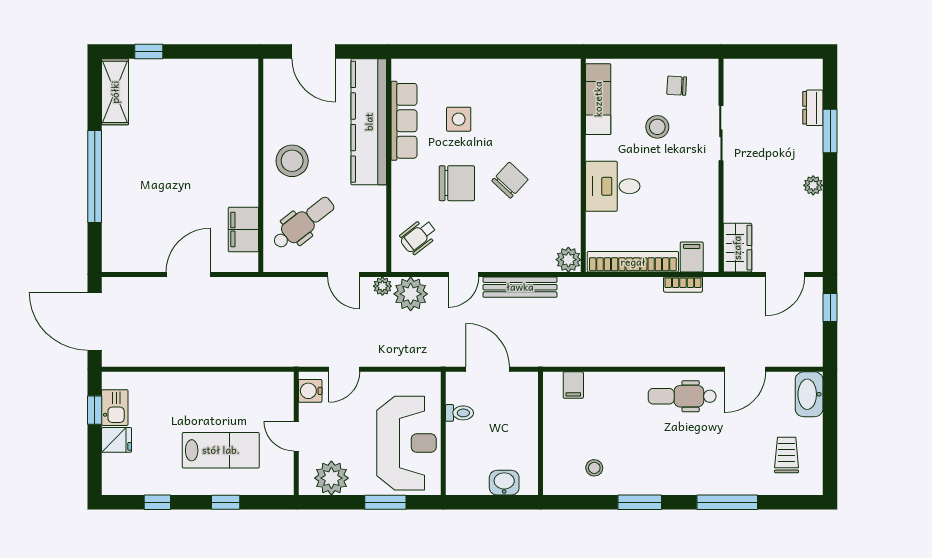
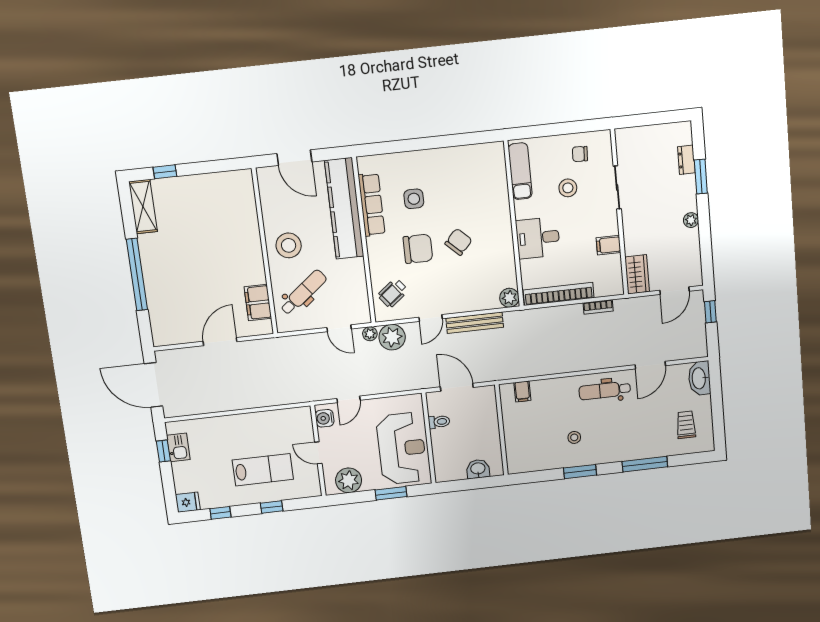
filing cabinet: (692, 257) -> (608, 245), moved, turned -90
fridge: (117, 440) -> (188, 502), moved
stool: (594, 468) -> (574, 437), moved

